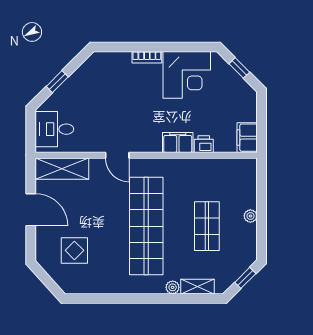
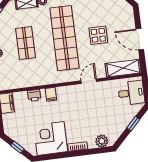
plant: (109, 61) -> (102, 141), added
filing cabinet: (178, 143) -> (51, 94), width x0.50
door: (117, 155) -> (89, 81), hinge flipped
display table: (74, 250) -> (98, 35), moved

